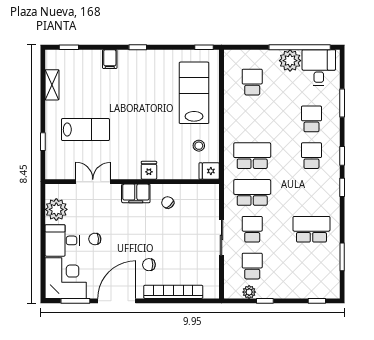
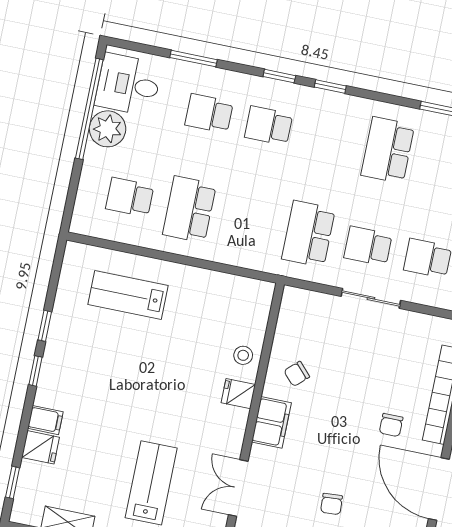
window: (204, 47) -> (45, 326), moved
lab bench: (194, 93) -> (128, 295), width x0.73, depth x0.72
stool: (199, 146) -> (243, 355), moved
school desk: (252, 156) -> (189, 209), moved
fridge: (209, 171) -> (41, 447), moved, turned -90

